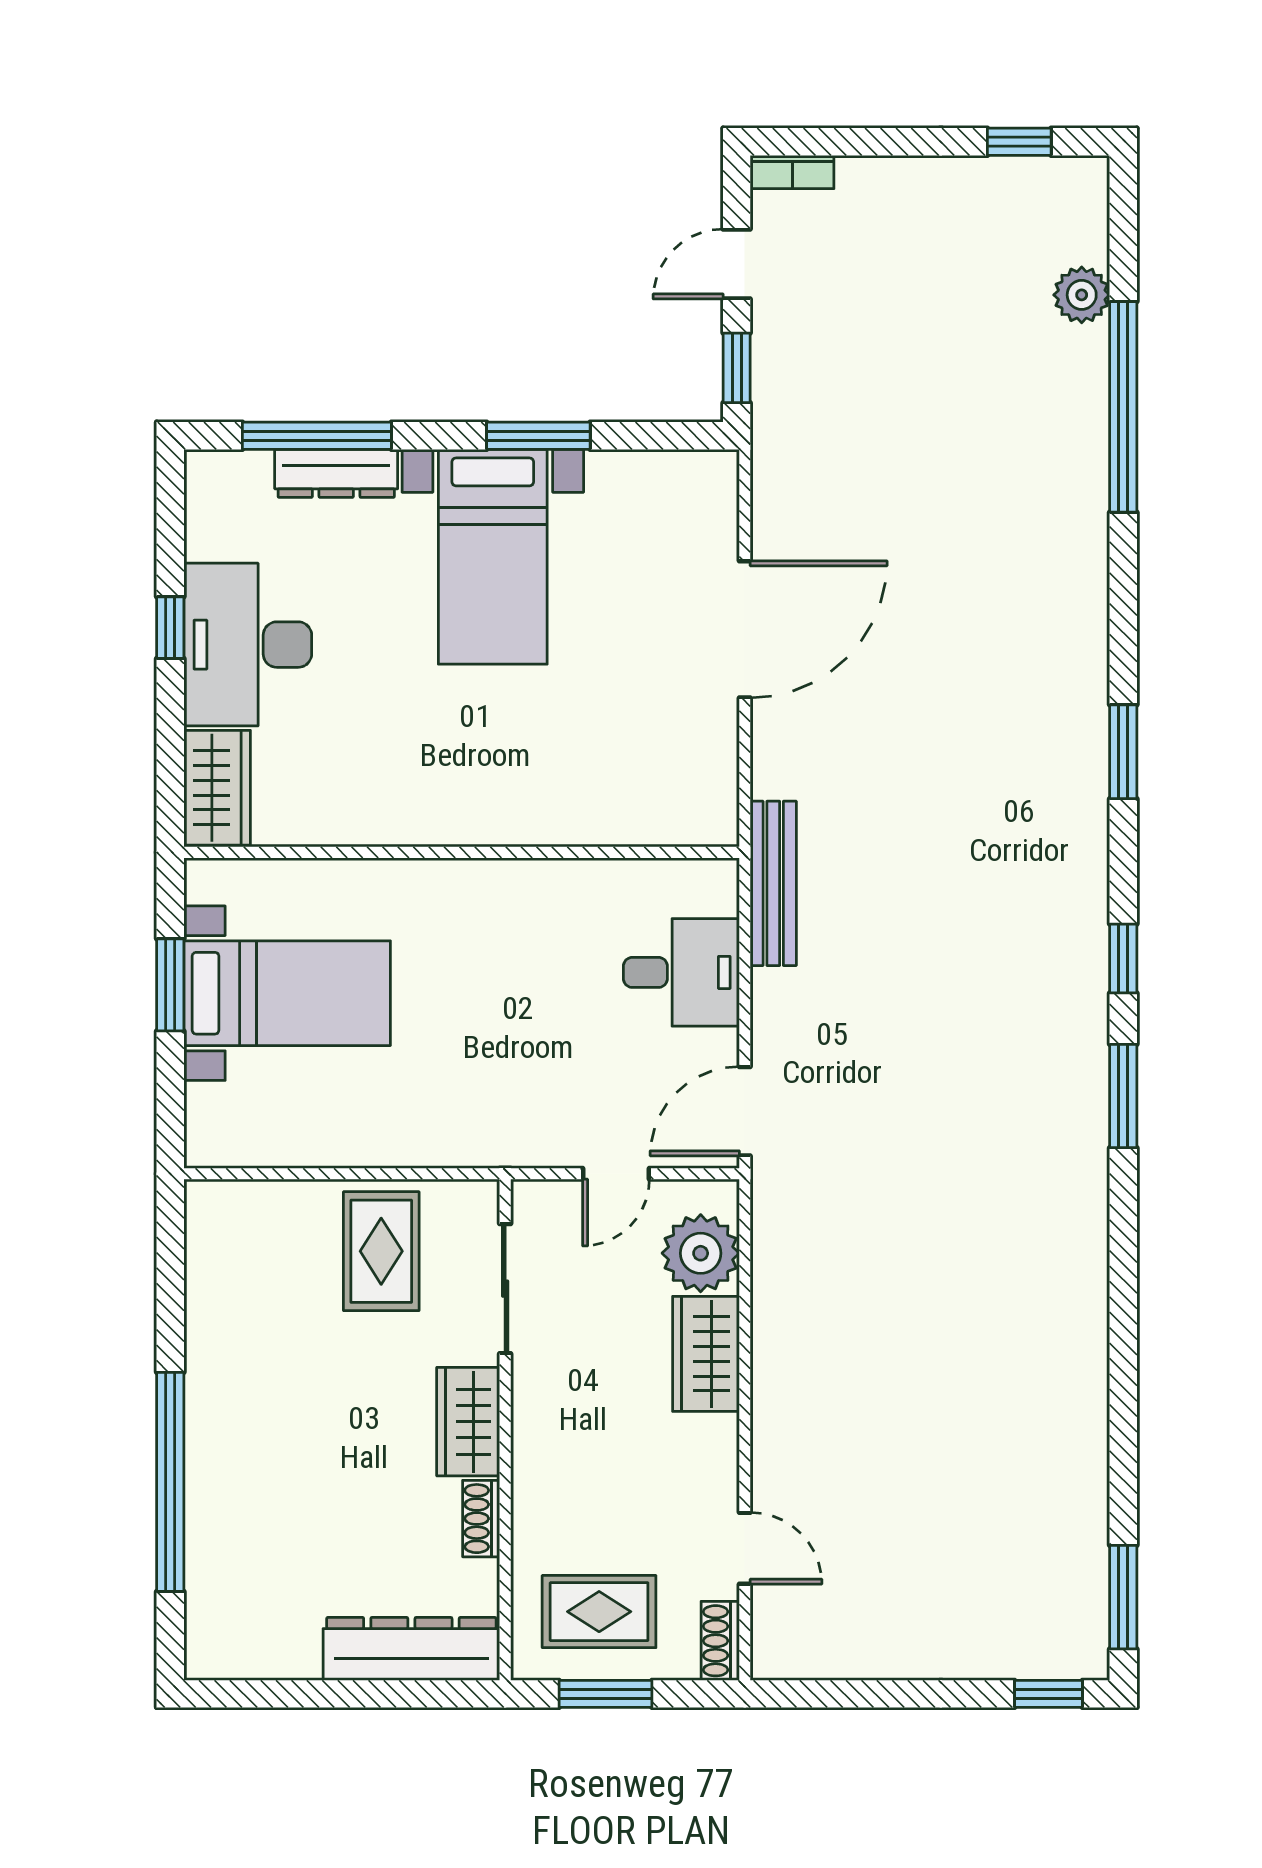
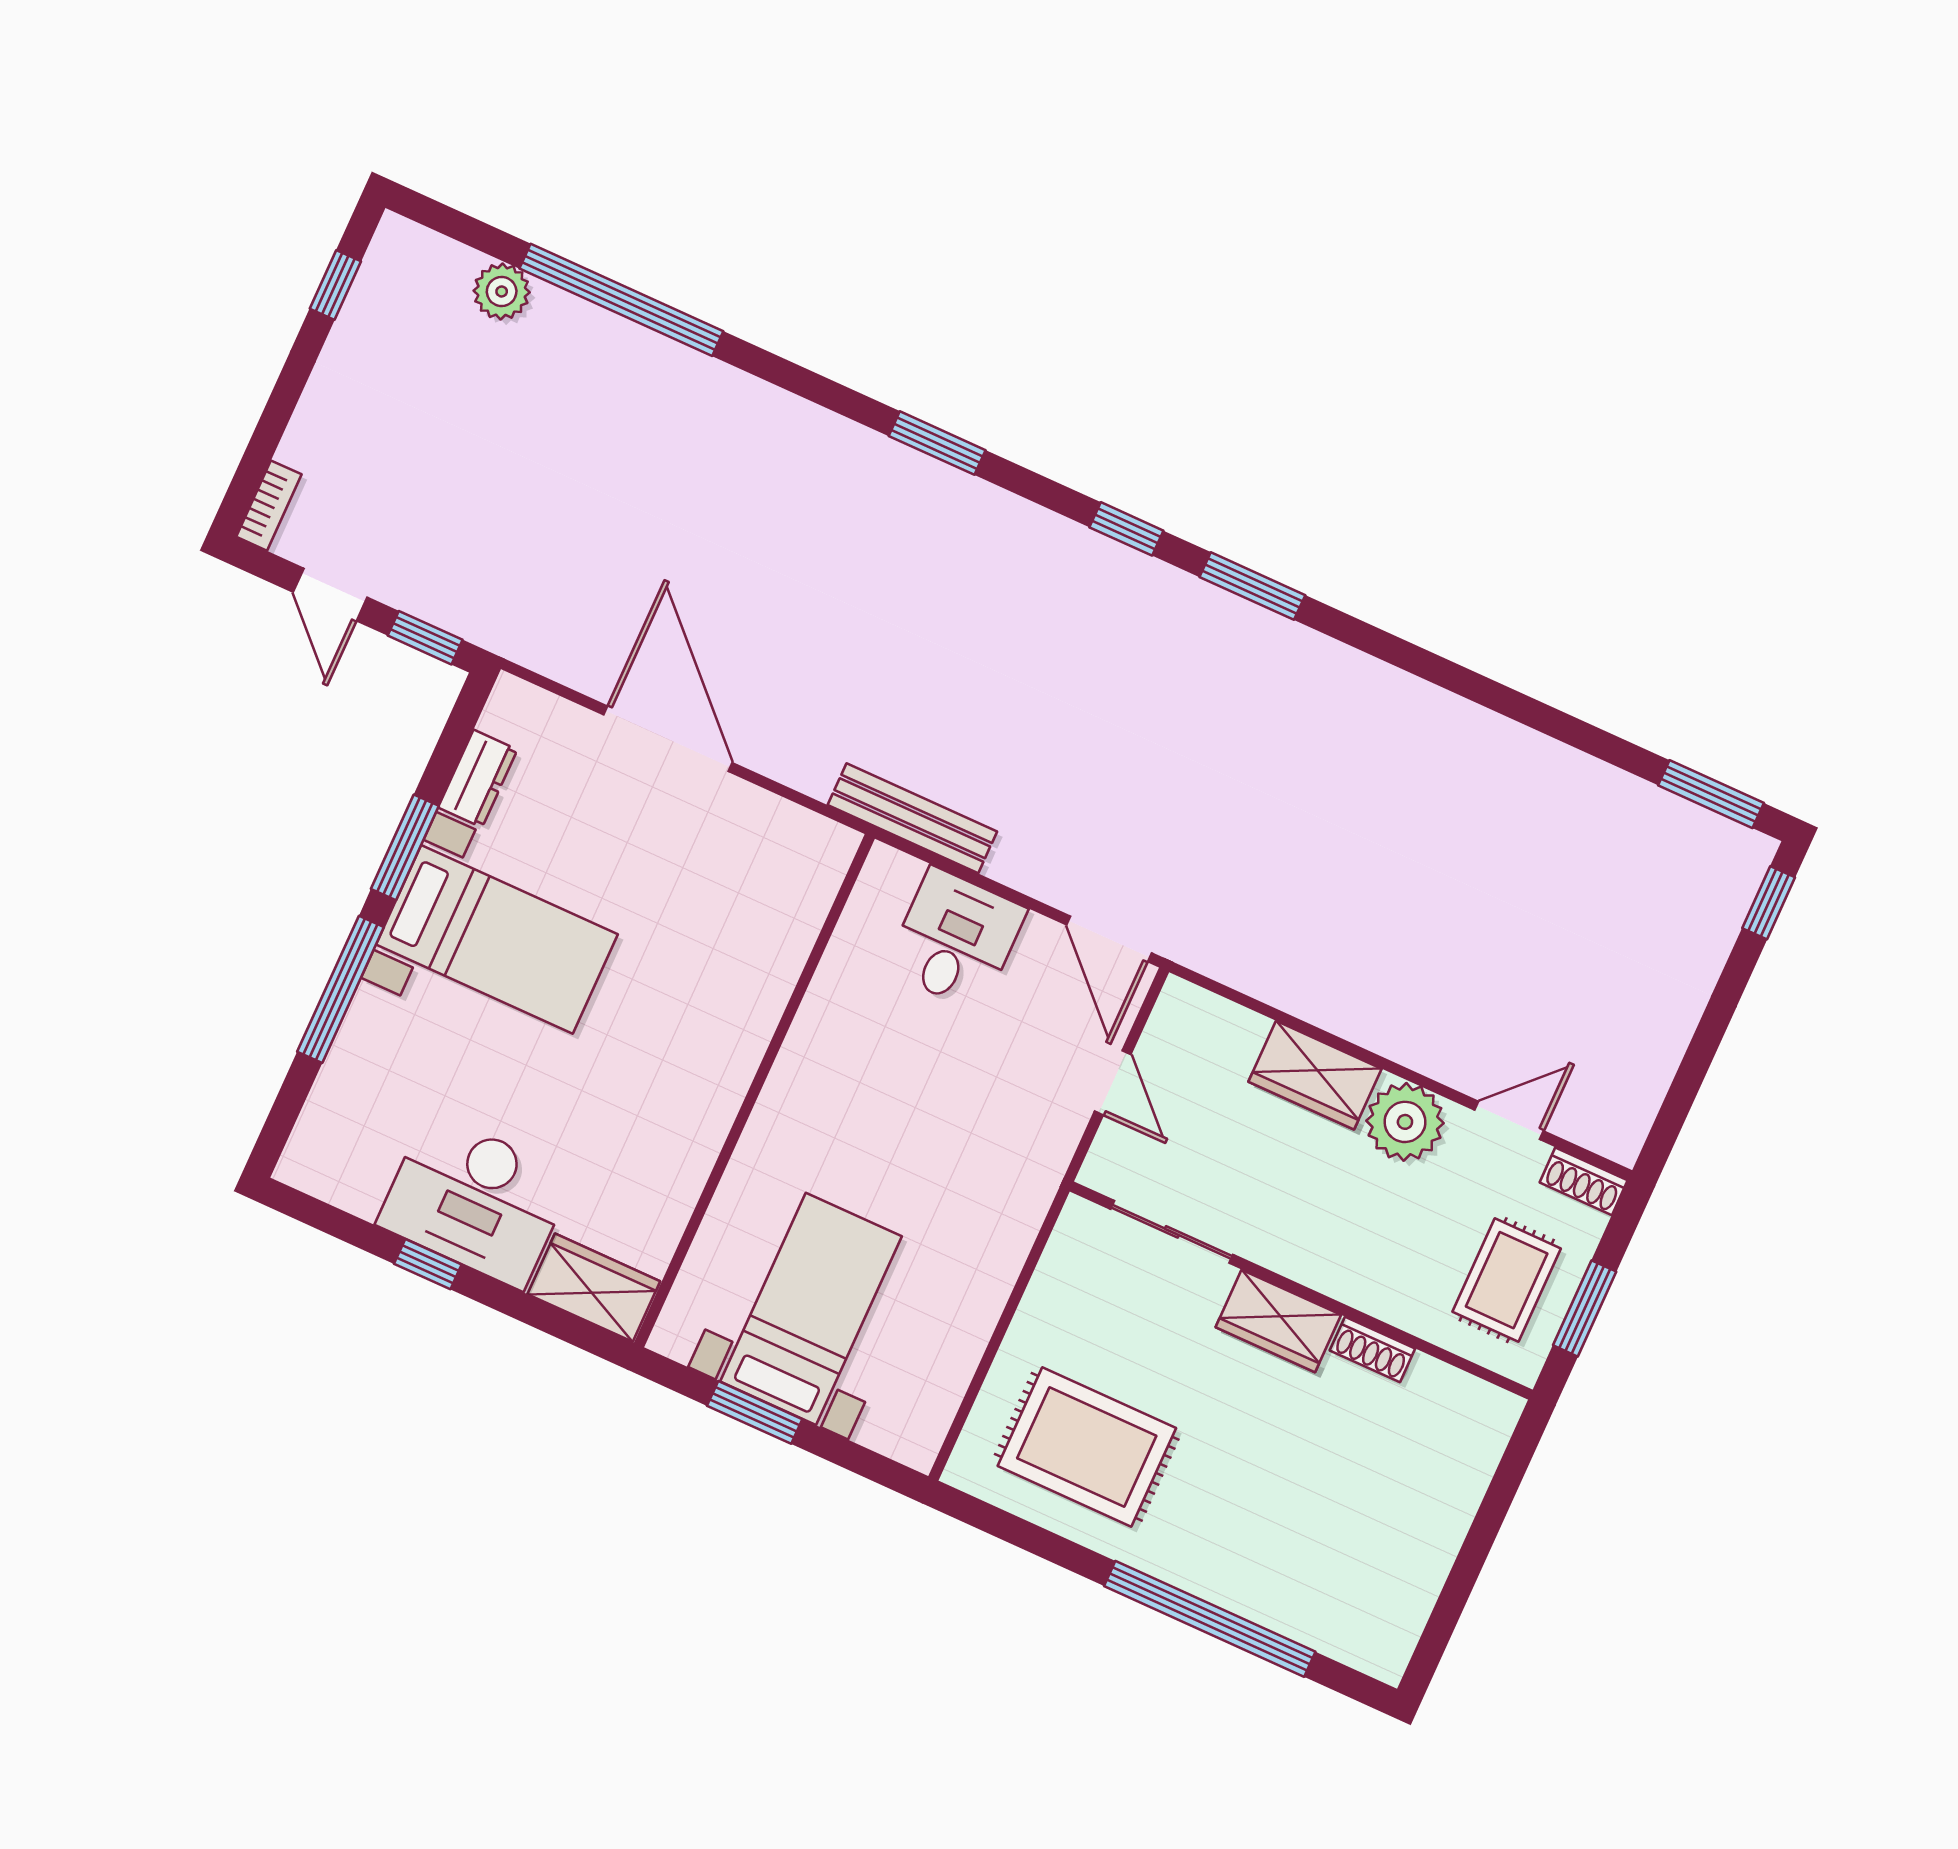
window: (317, 436) -> (341, 989), moved
dresser: (336, 473) -> (478, 779), moved, width x0.70
rug: (381, 1251) -> (1087, 1447), moved, width x1.36, depth x1.43
plant: (701, 1253) -> (1405, 1122), moved
dresser: (411, 1649) -> (1463, 1467), removed

